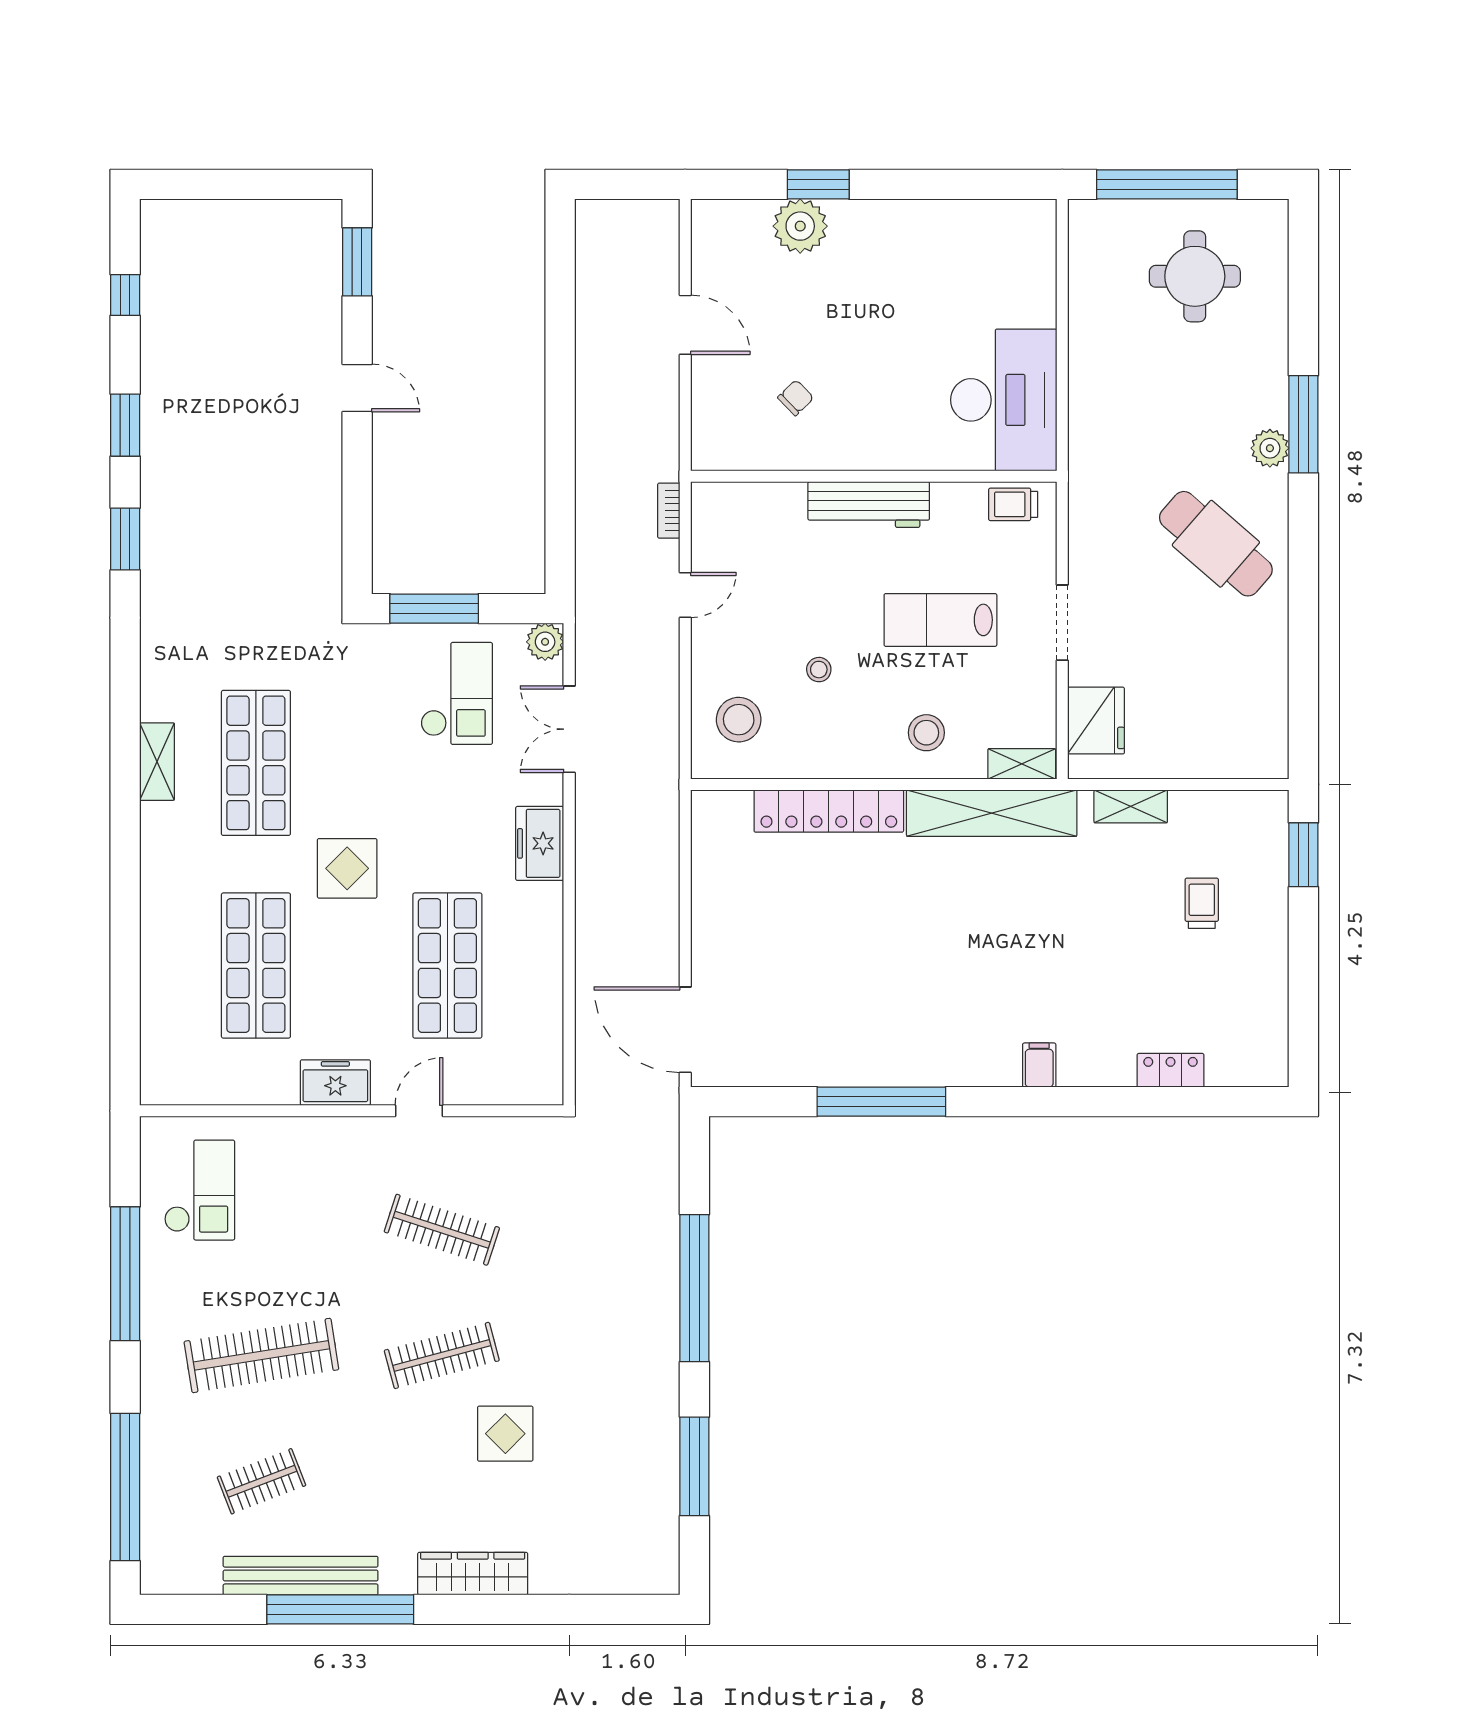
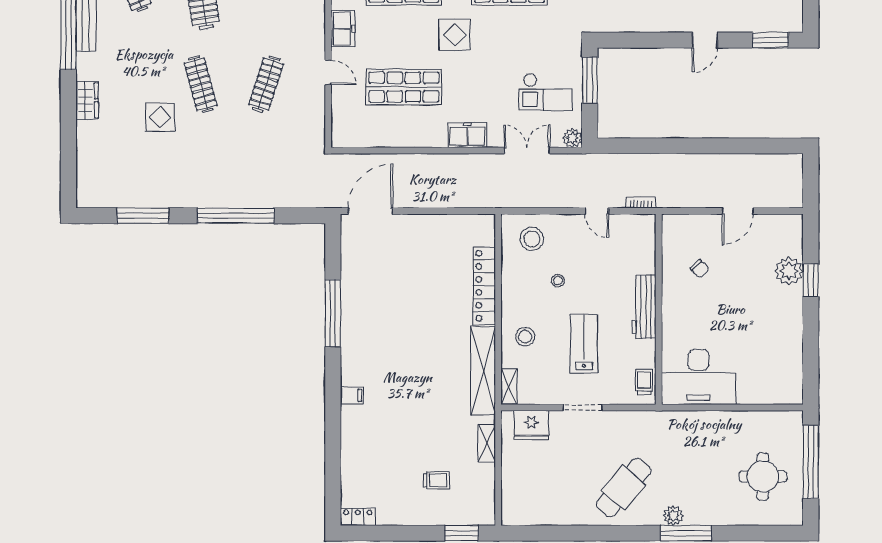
locker: (1171, 1070) -> (358, 517), moved, turned -90
wardrobe: (473, 1574) -> (87, 100), width x0.67

